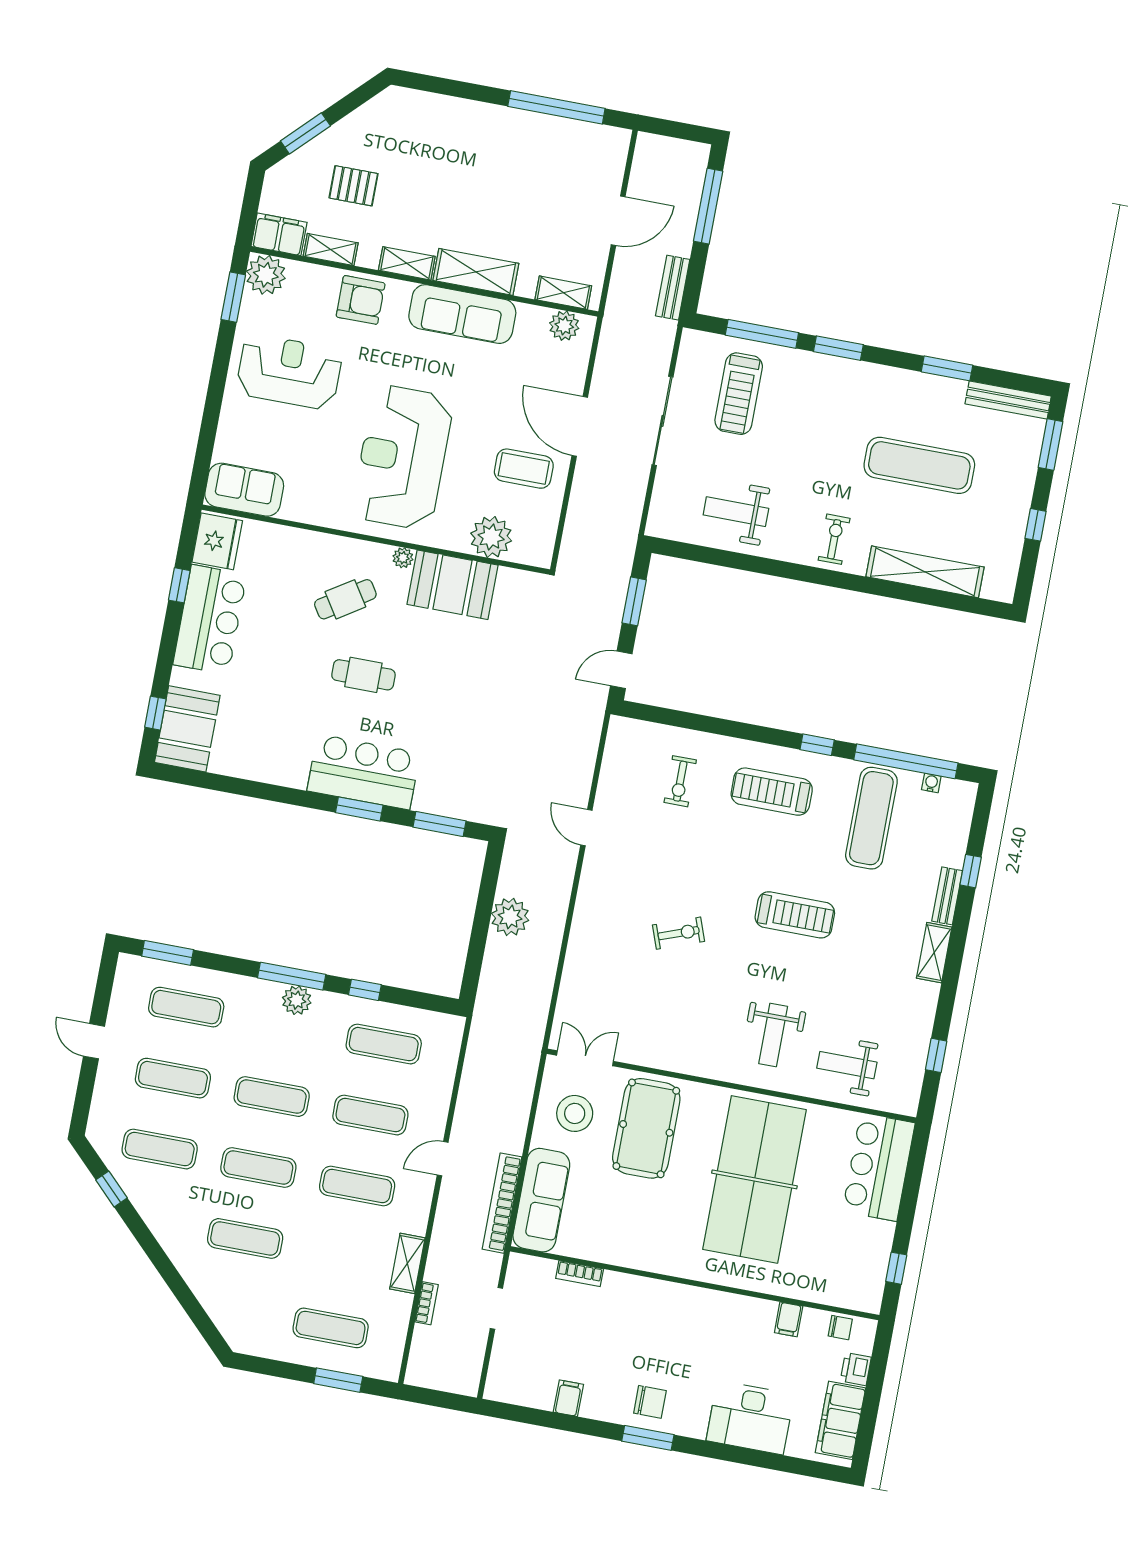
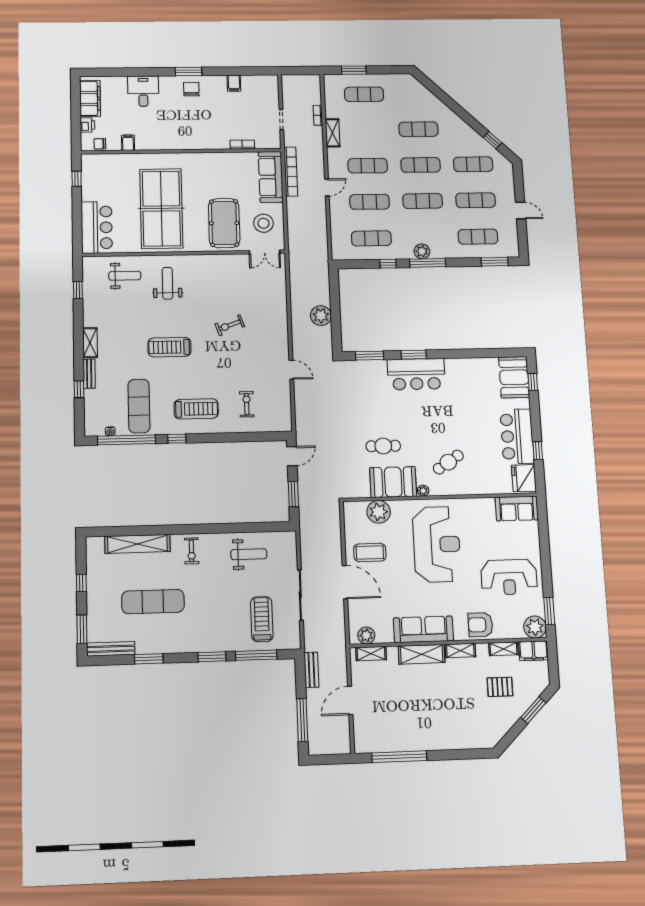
cafe table: (363, 675) -> (383, 446), moved
chair: (650, 1402) -> (191, 89), turned 90
desk: (750, 1418) -> (143, 91), width x0.73

